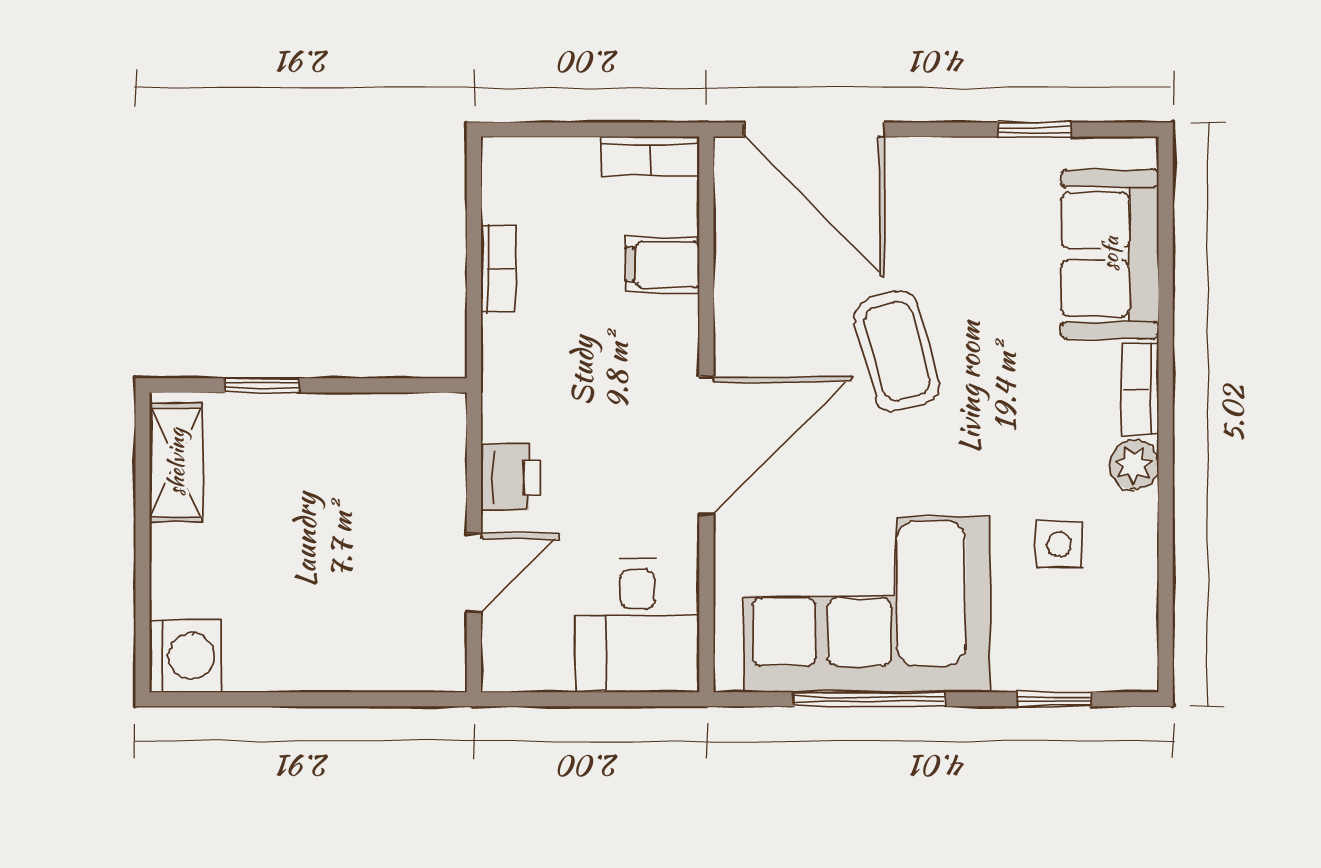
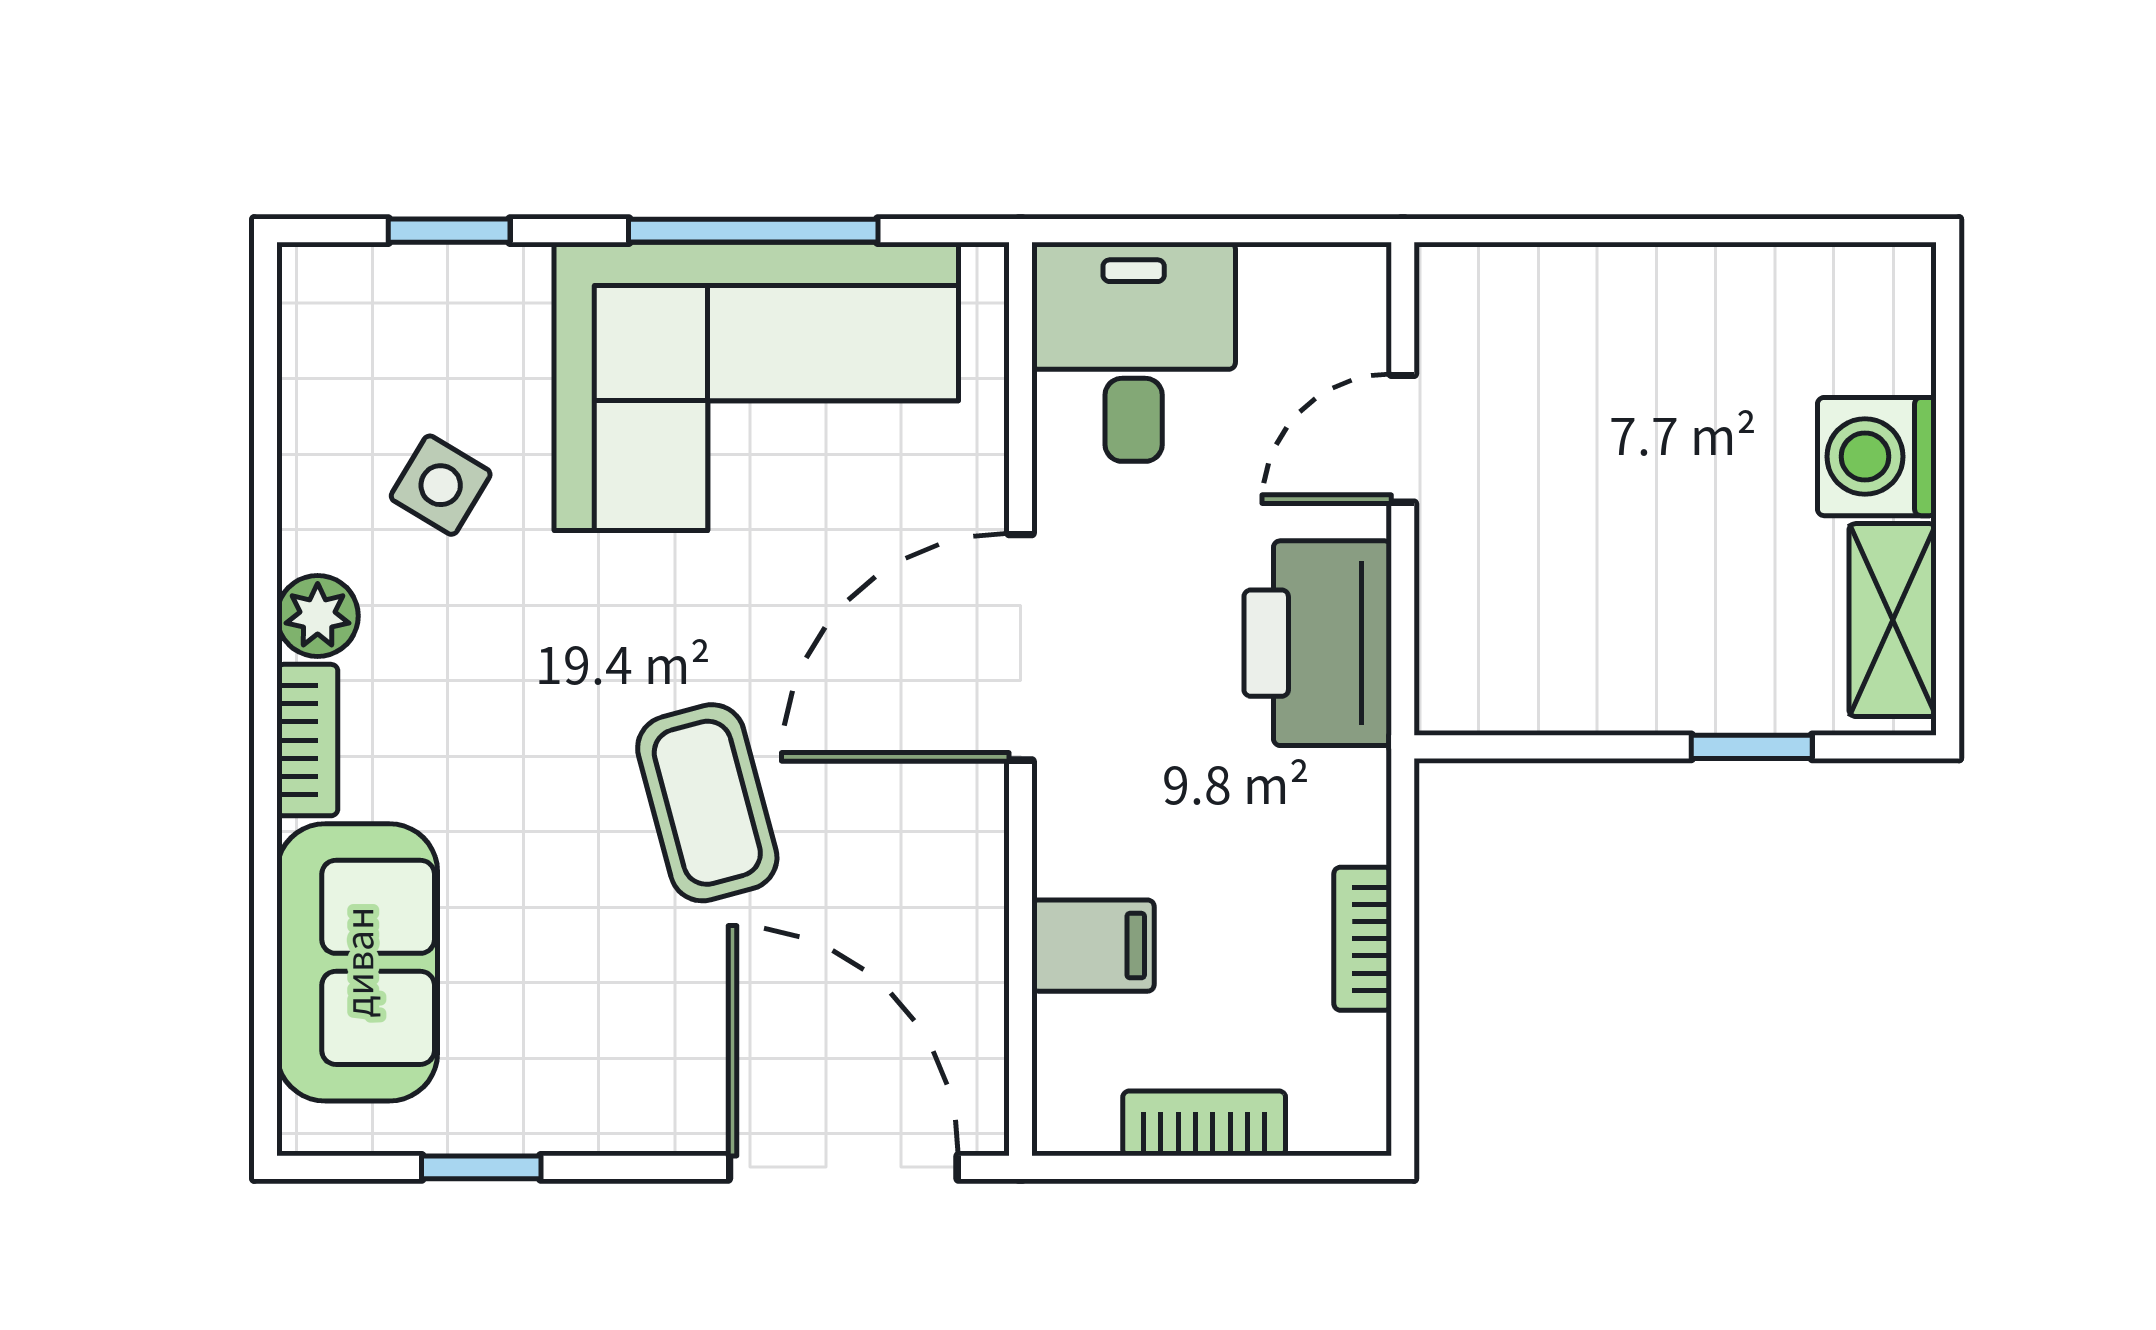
bookcase: (650, 156) -> (1204, 1123), moved
printer: (511, 477) -> (1318, 643), width x1.87, depth x1.48
side table: (1059, 544) -> (441, 485), turned 31
washing machine: (186, 656) -> (1877, 457), moved

